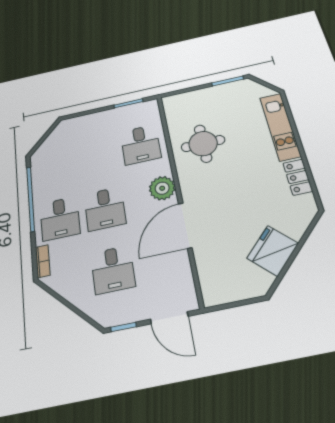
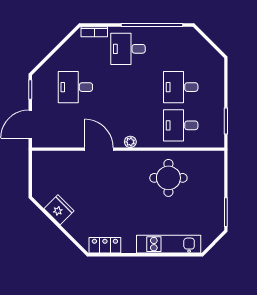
locker: (298, 177) -> (105, 245), moved
plant: (162, 188) -> (130, 142), width x0.53, depth x0.53
desk: (105, 209) -> (181, 87), moved
door: (185, 225) -> (99, 149), width x0.73
fridge: (273, 251) -> (59, 210), width x0.73, depth x0.75

